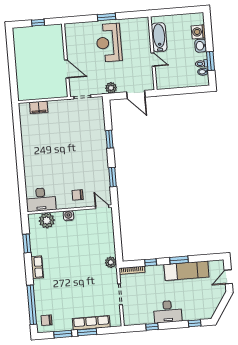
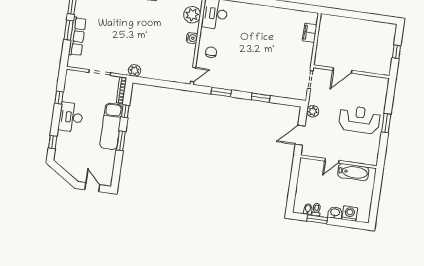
exam couch: (186, 271) -> (111, 126), moved

